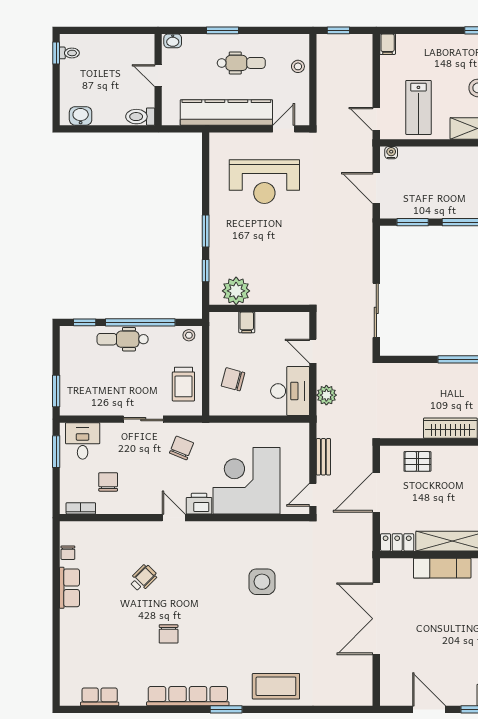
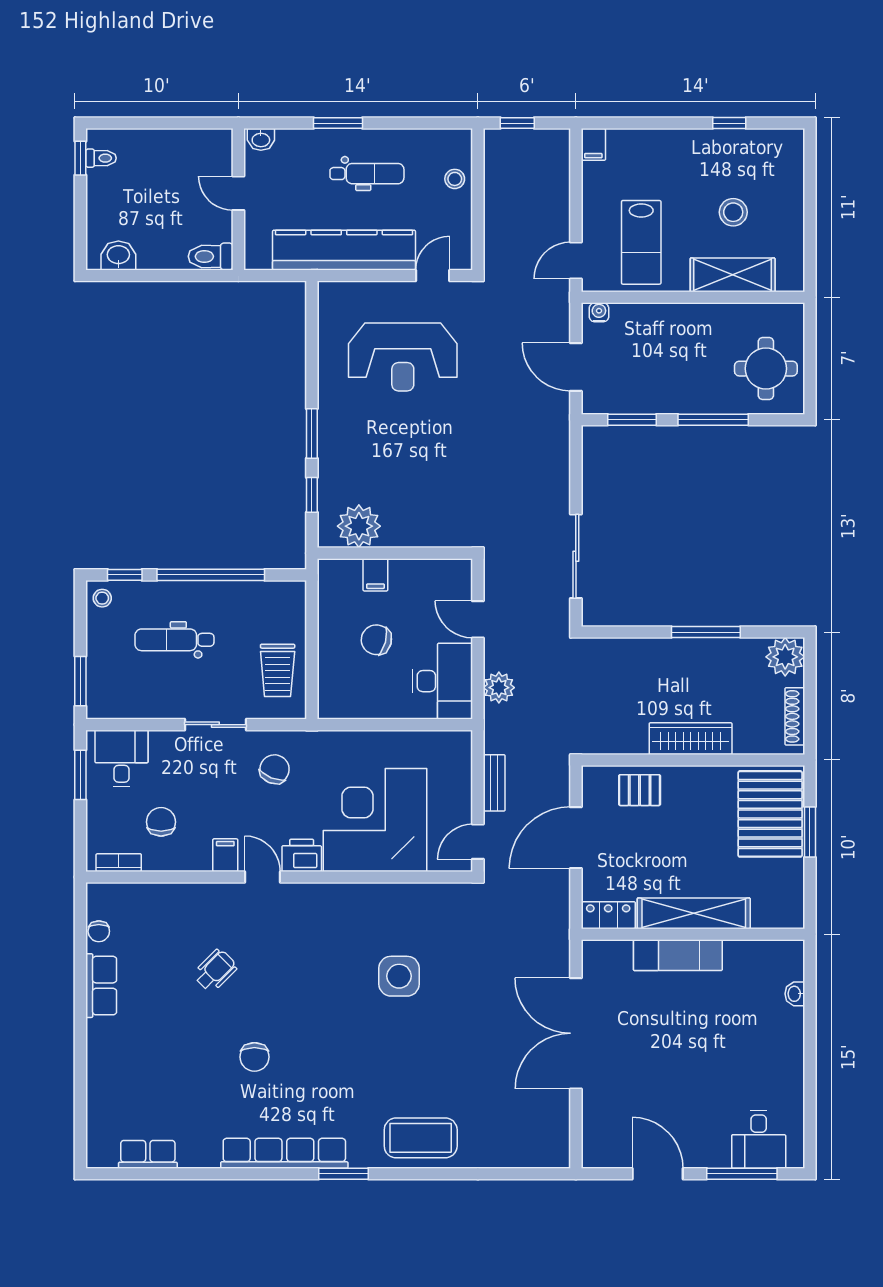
door: (376, 119) -> (576, 261), hinge flipped
stool: (189, 335) -> (102, 598), moved
dental chair: (123, 339) -> (174, 640), moved
chair: (233, 379) -> (376, 640), moved
filing cabinet: (150, 503) -> (225, 855), added

